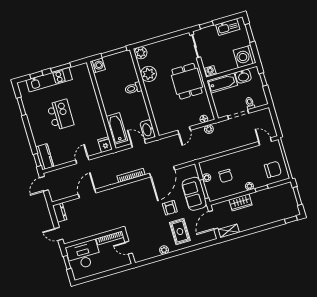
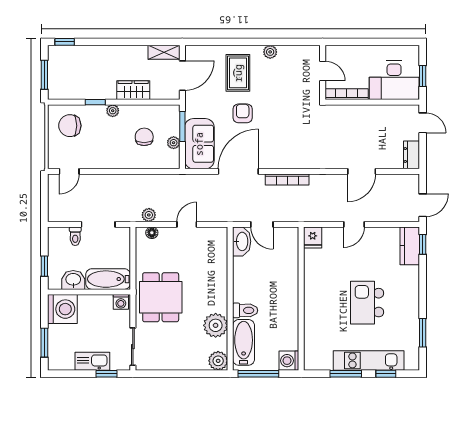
kitchen sink: (228, 27) -> (92, 361), moved
bathtub: (117, 128) -> (244, 342), moved, turned 180
door: (265, 141) -> (69, 171), hinge flipped
sofa: (194, 194) -> (199, 144), moved

